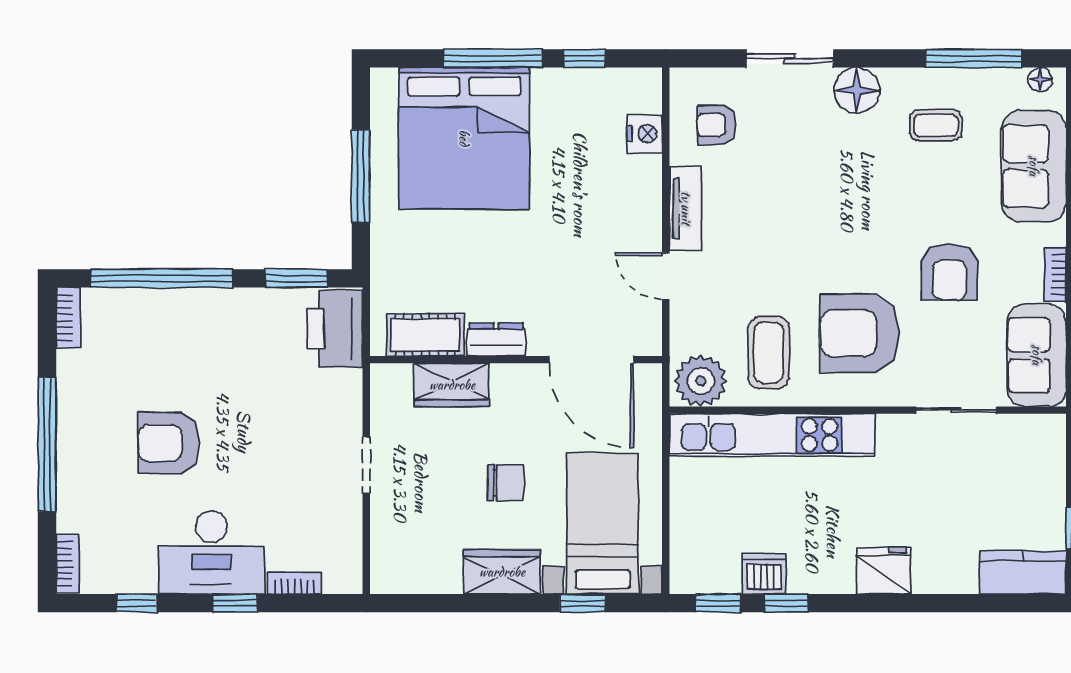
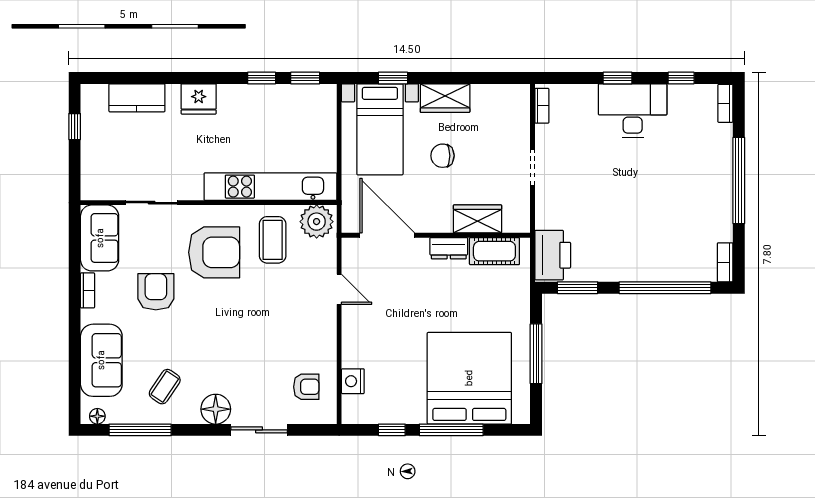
coffee table: (936, 125) -> (165, 387), turned -56
tv unit: (686, 208) -> (326, 333), removed
armchair: (169, 443) -> (660, 181), removed
kitchen counter: (1023, 572) -> (137, 98), moved
dishwasher: (764, 574) -> (276, 97), removed
bookcase: (294, 583) -> (542, 106), moved, turned -90

